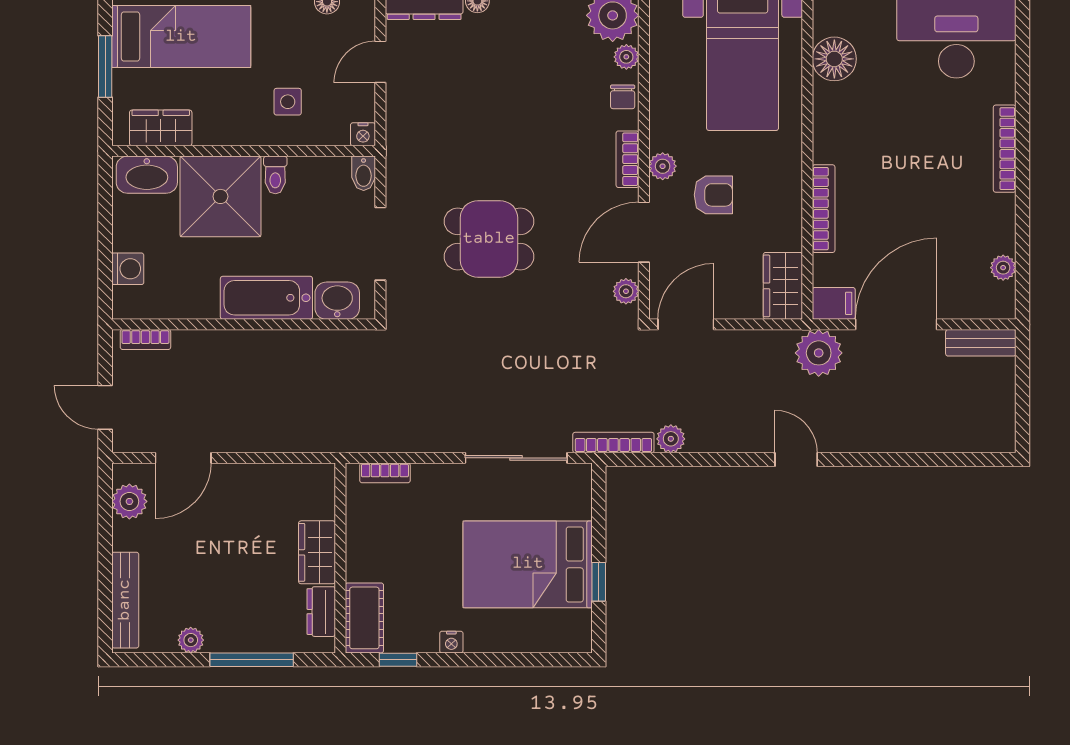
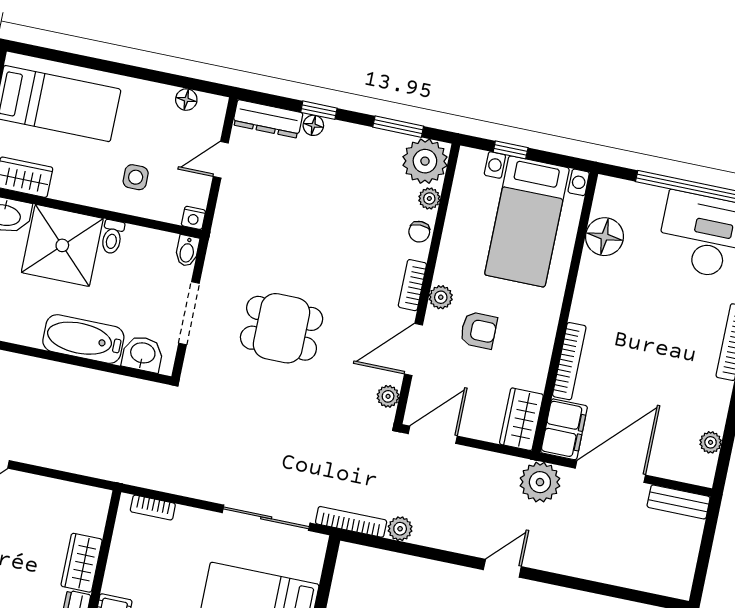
filing cabinet: (834, 303) -> (564, 429), width x2.00
door: (796, 460) -> (502, 568), hinge flipped

